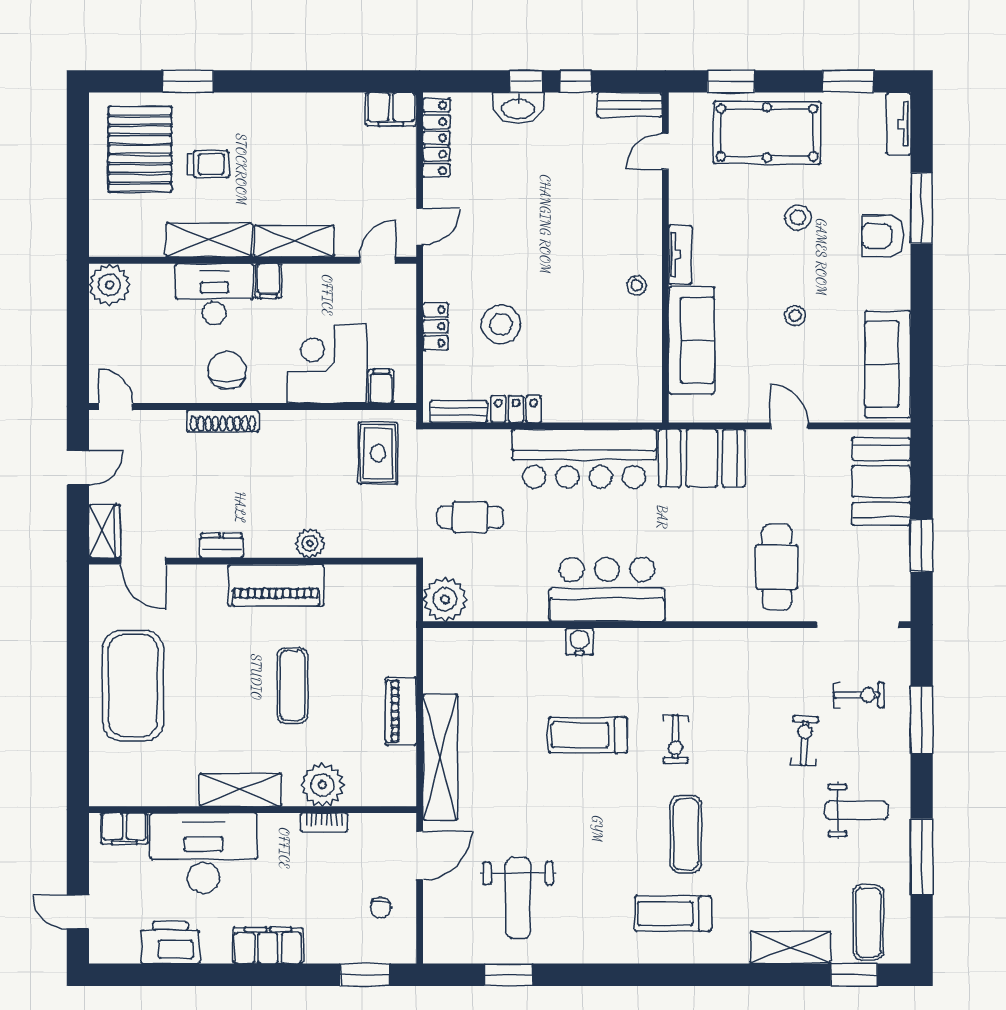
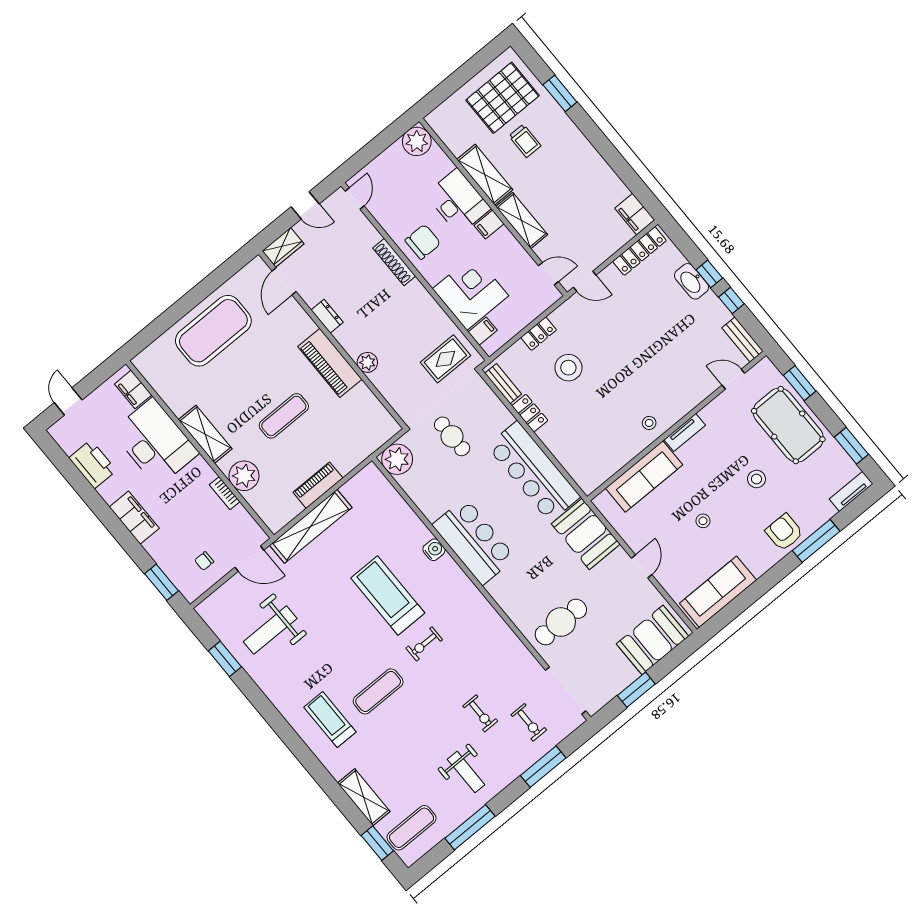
treadmill: (588, 735) -> (388, 595), width x1.37, depth x1.38
exercise bike: (804, 741) -> (480, 713), turned 87

